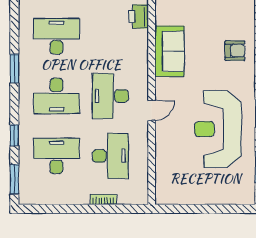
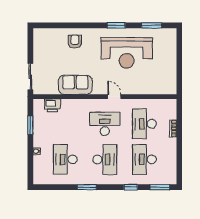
desk: (110, 96) -> (105, 124), turned 180
desk: (110, 156) -> (144, 124), turned -90

